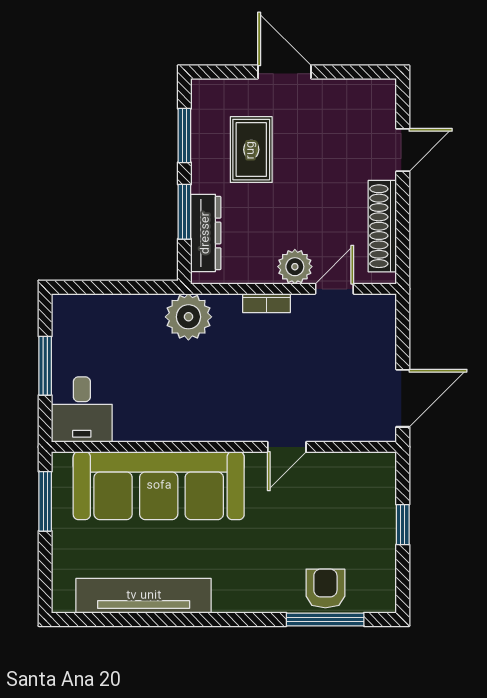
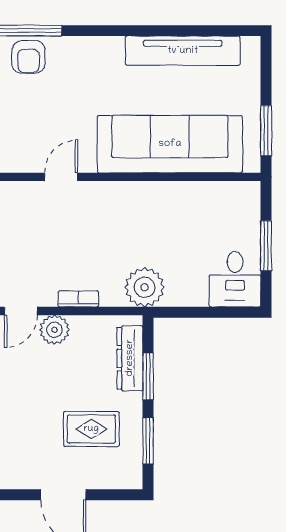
rug: (251, 150) -> (91, 429), turned 90
desk: (82, 410) -> (235, 279), moved, turned 180

